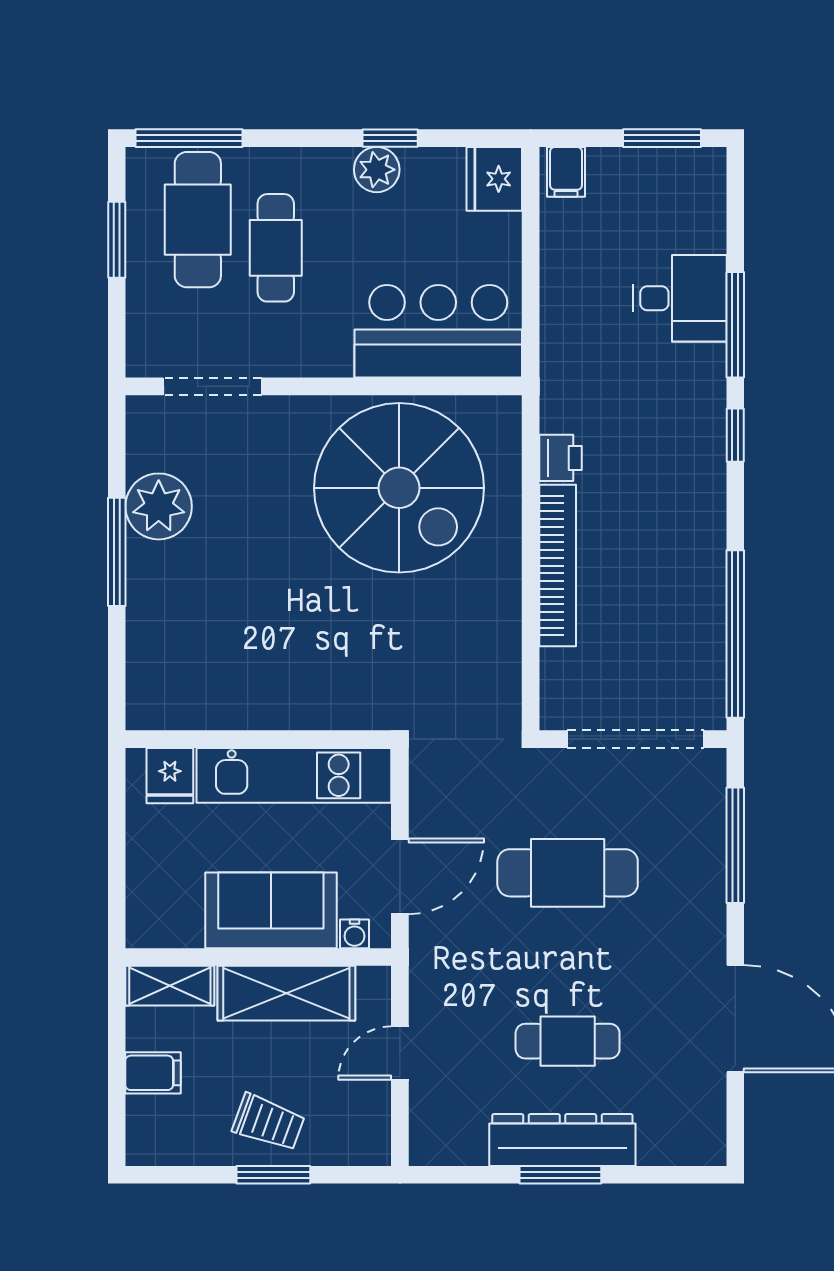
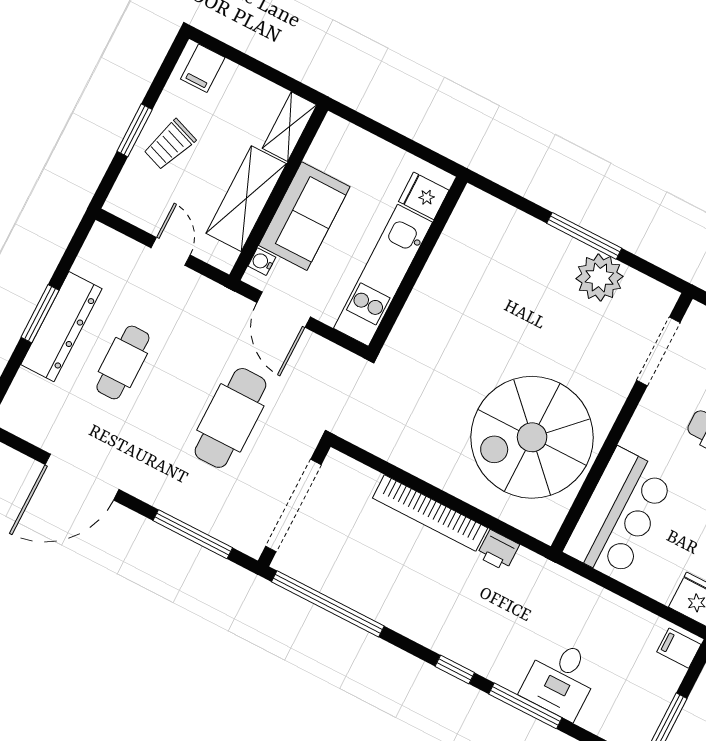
filing cabinet: (153, 1073) -> (203, 68), moved

